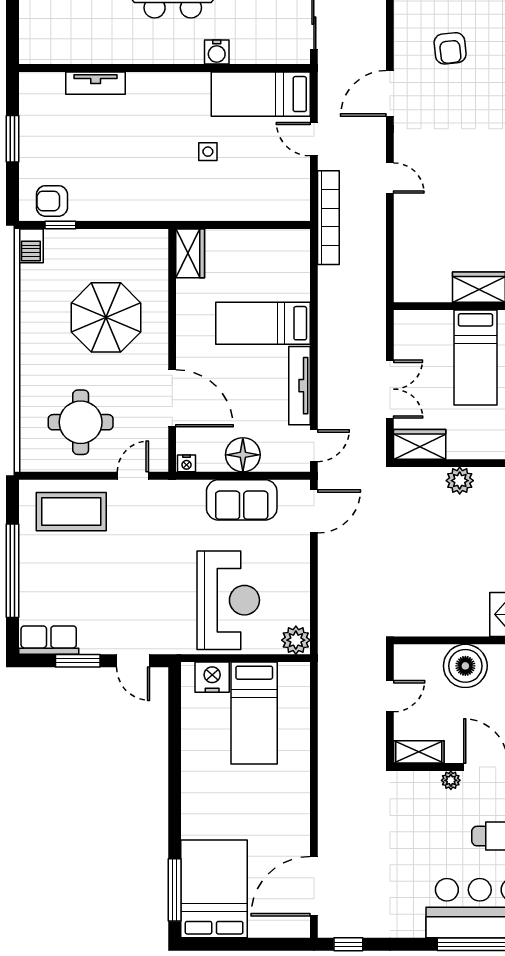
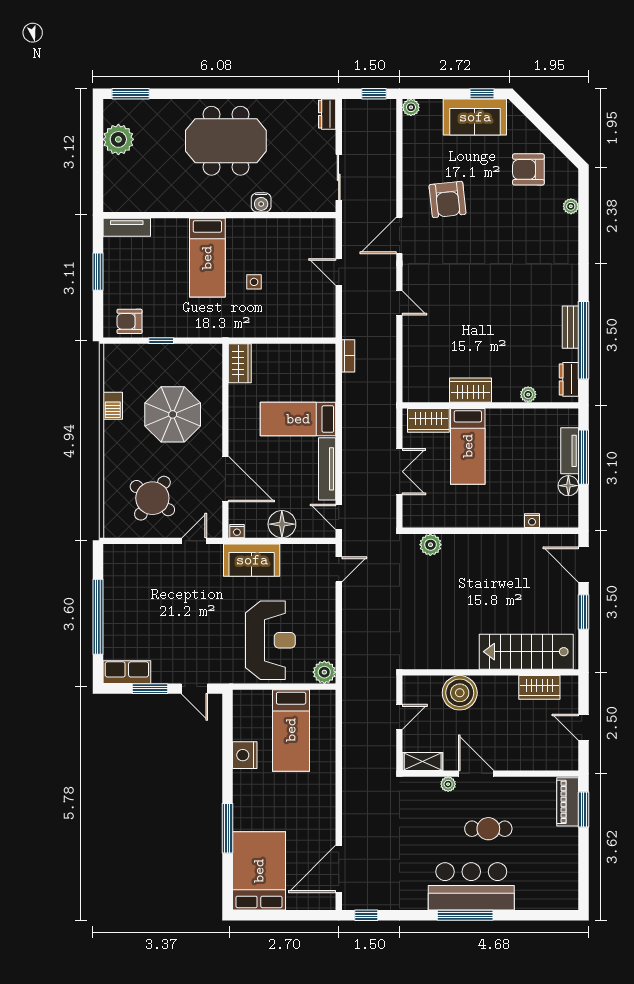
armchair: (450, 48) -> (448, 199), width x1.38, depth x1.38
tv unit: (96, 83) -> (127, 227), moved
bed: (261, 94) -> (207, 258), moved, turned -90
bookcase: (328, 218) -> (348, 356), width x0.43, depth x0.76
window: (60, 225) -> (161, 341), moved
barbecue: (31, 246) -> (113, 406), moved
round table: (81, 422) -> (152, 498), turned 36
wardrobe: (420, 444) -> (428, 420), moved, turned 180
door: (314, 446) -> (339, 517), swing flipped
plant: (460, 481) -> (430, 545), moved
sofa: (242, 500) -> (252, 560), moved
door: (314, 511) -> (339, 569), width x0.73
coffee table: (71, 512) -> (145, 569), removed
nightstand: (212, 677) -> (245, 755), moved, turned -90
window: (175, 890) -> (227, 828), moved

